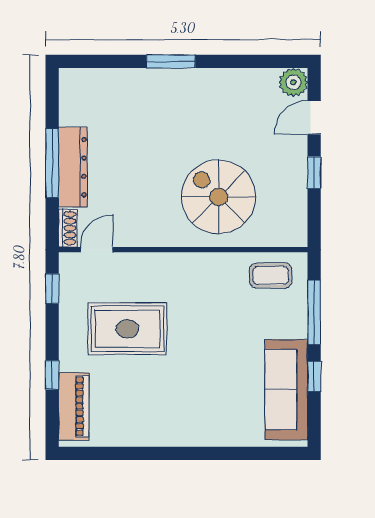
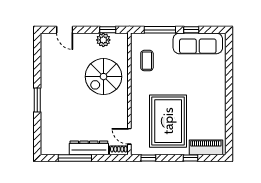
plant: (293, 82) -> (103, 40), moved
window: (52, 163) -> (75, 158), moved
window: (314, 173) -> (108, 30), moved
coffee table: (271, 275) -> (147, 61), moved
rug: (127, 329) -> (168, 121), width x1.37, depth x1.44

